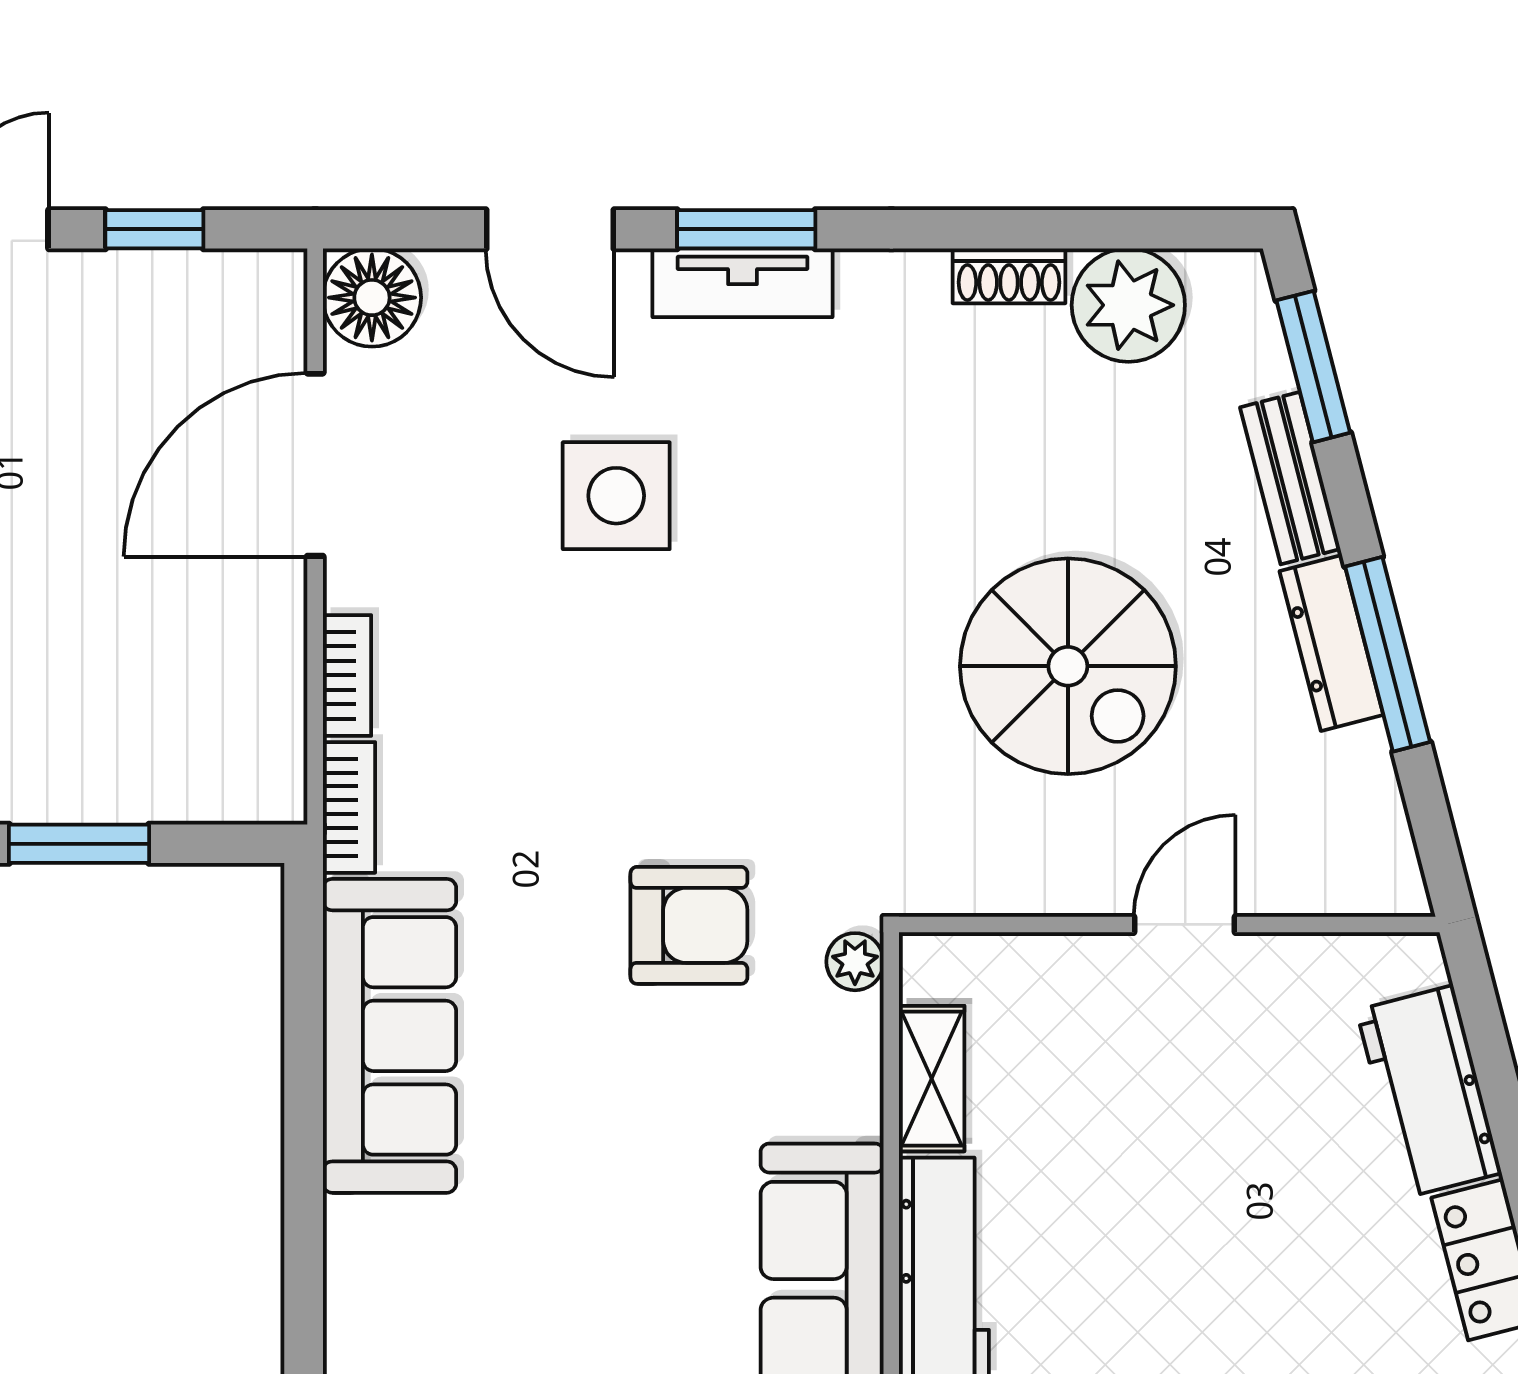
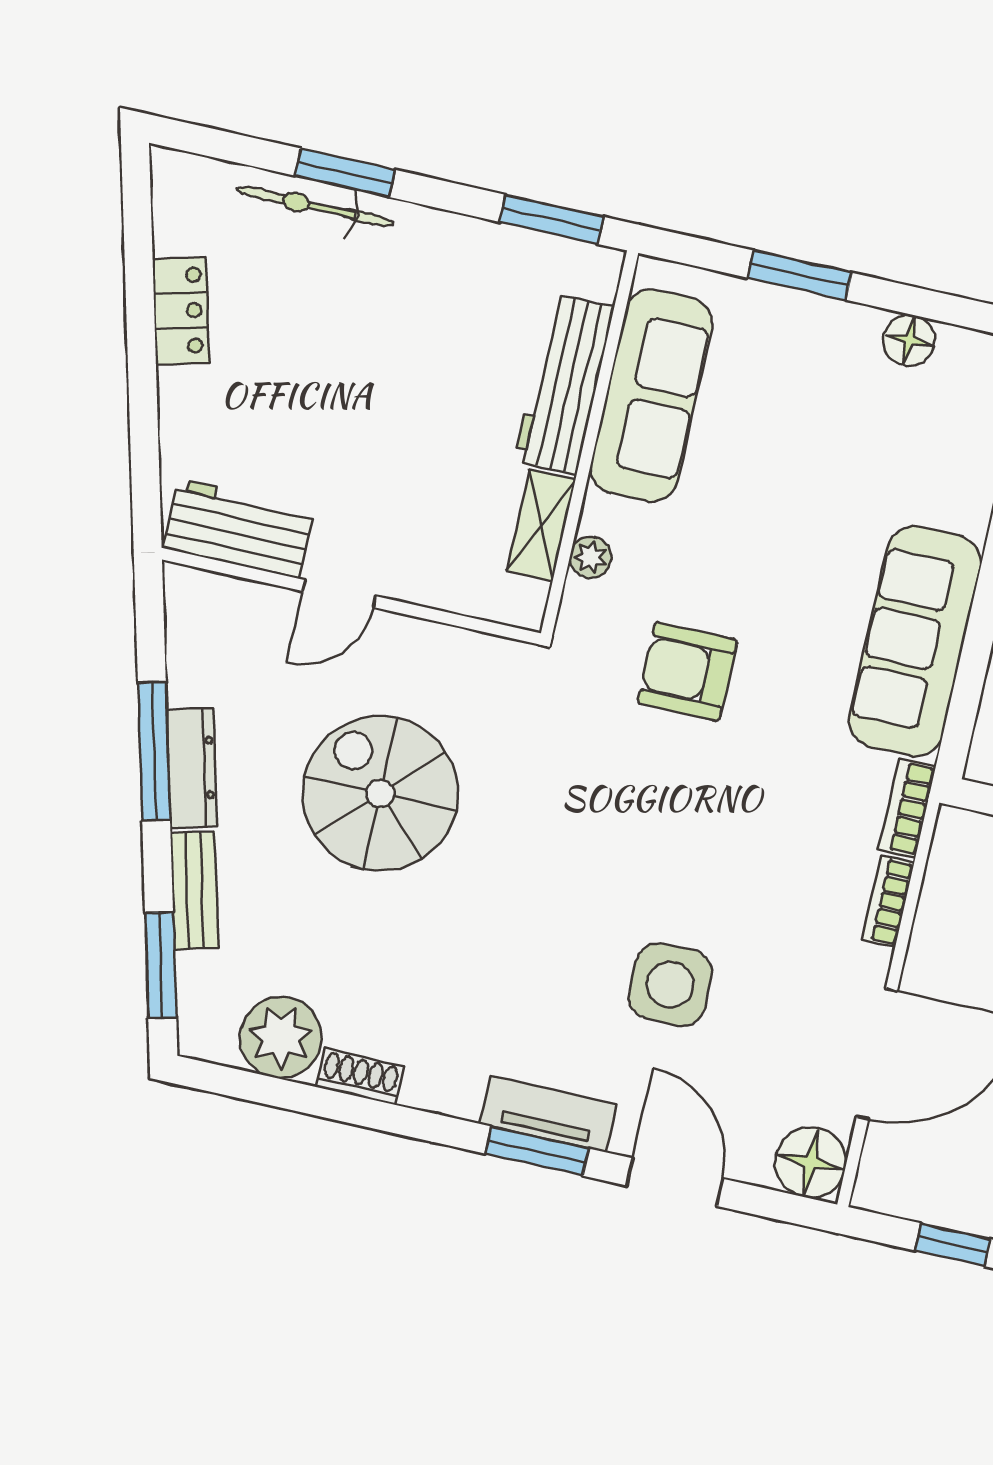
plant: (855, 962) -> (591, 557), moved
workbench: (1429, 1092) -> (239, 528), moved, turned -76

